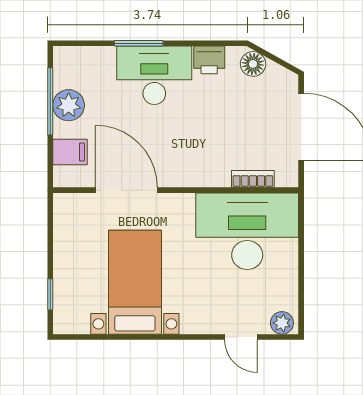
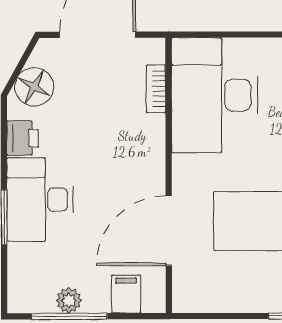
floor lamp: (253, 64) -> (34, 87), width x1.38, depth x1.38
plant: (69, 105) -> (69, 301), width x0.73, depth x0.73

